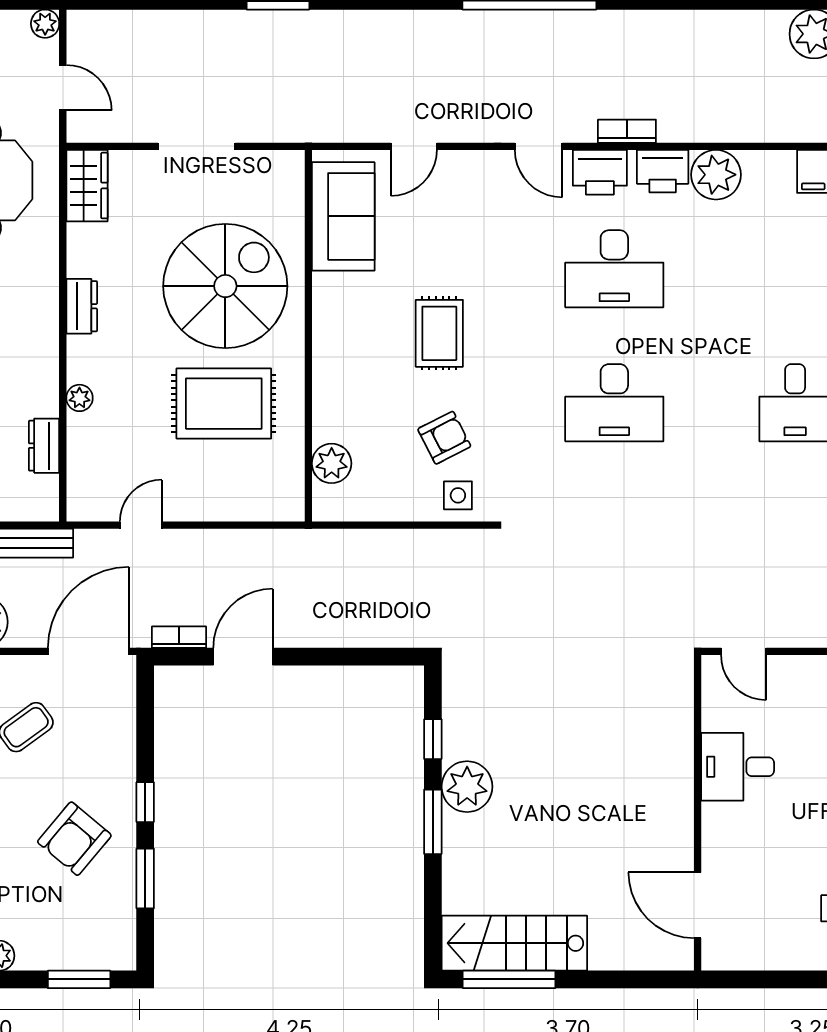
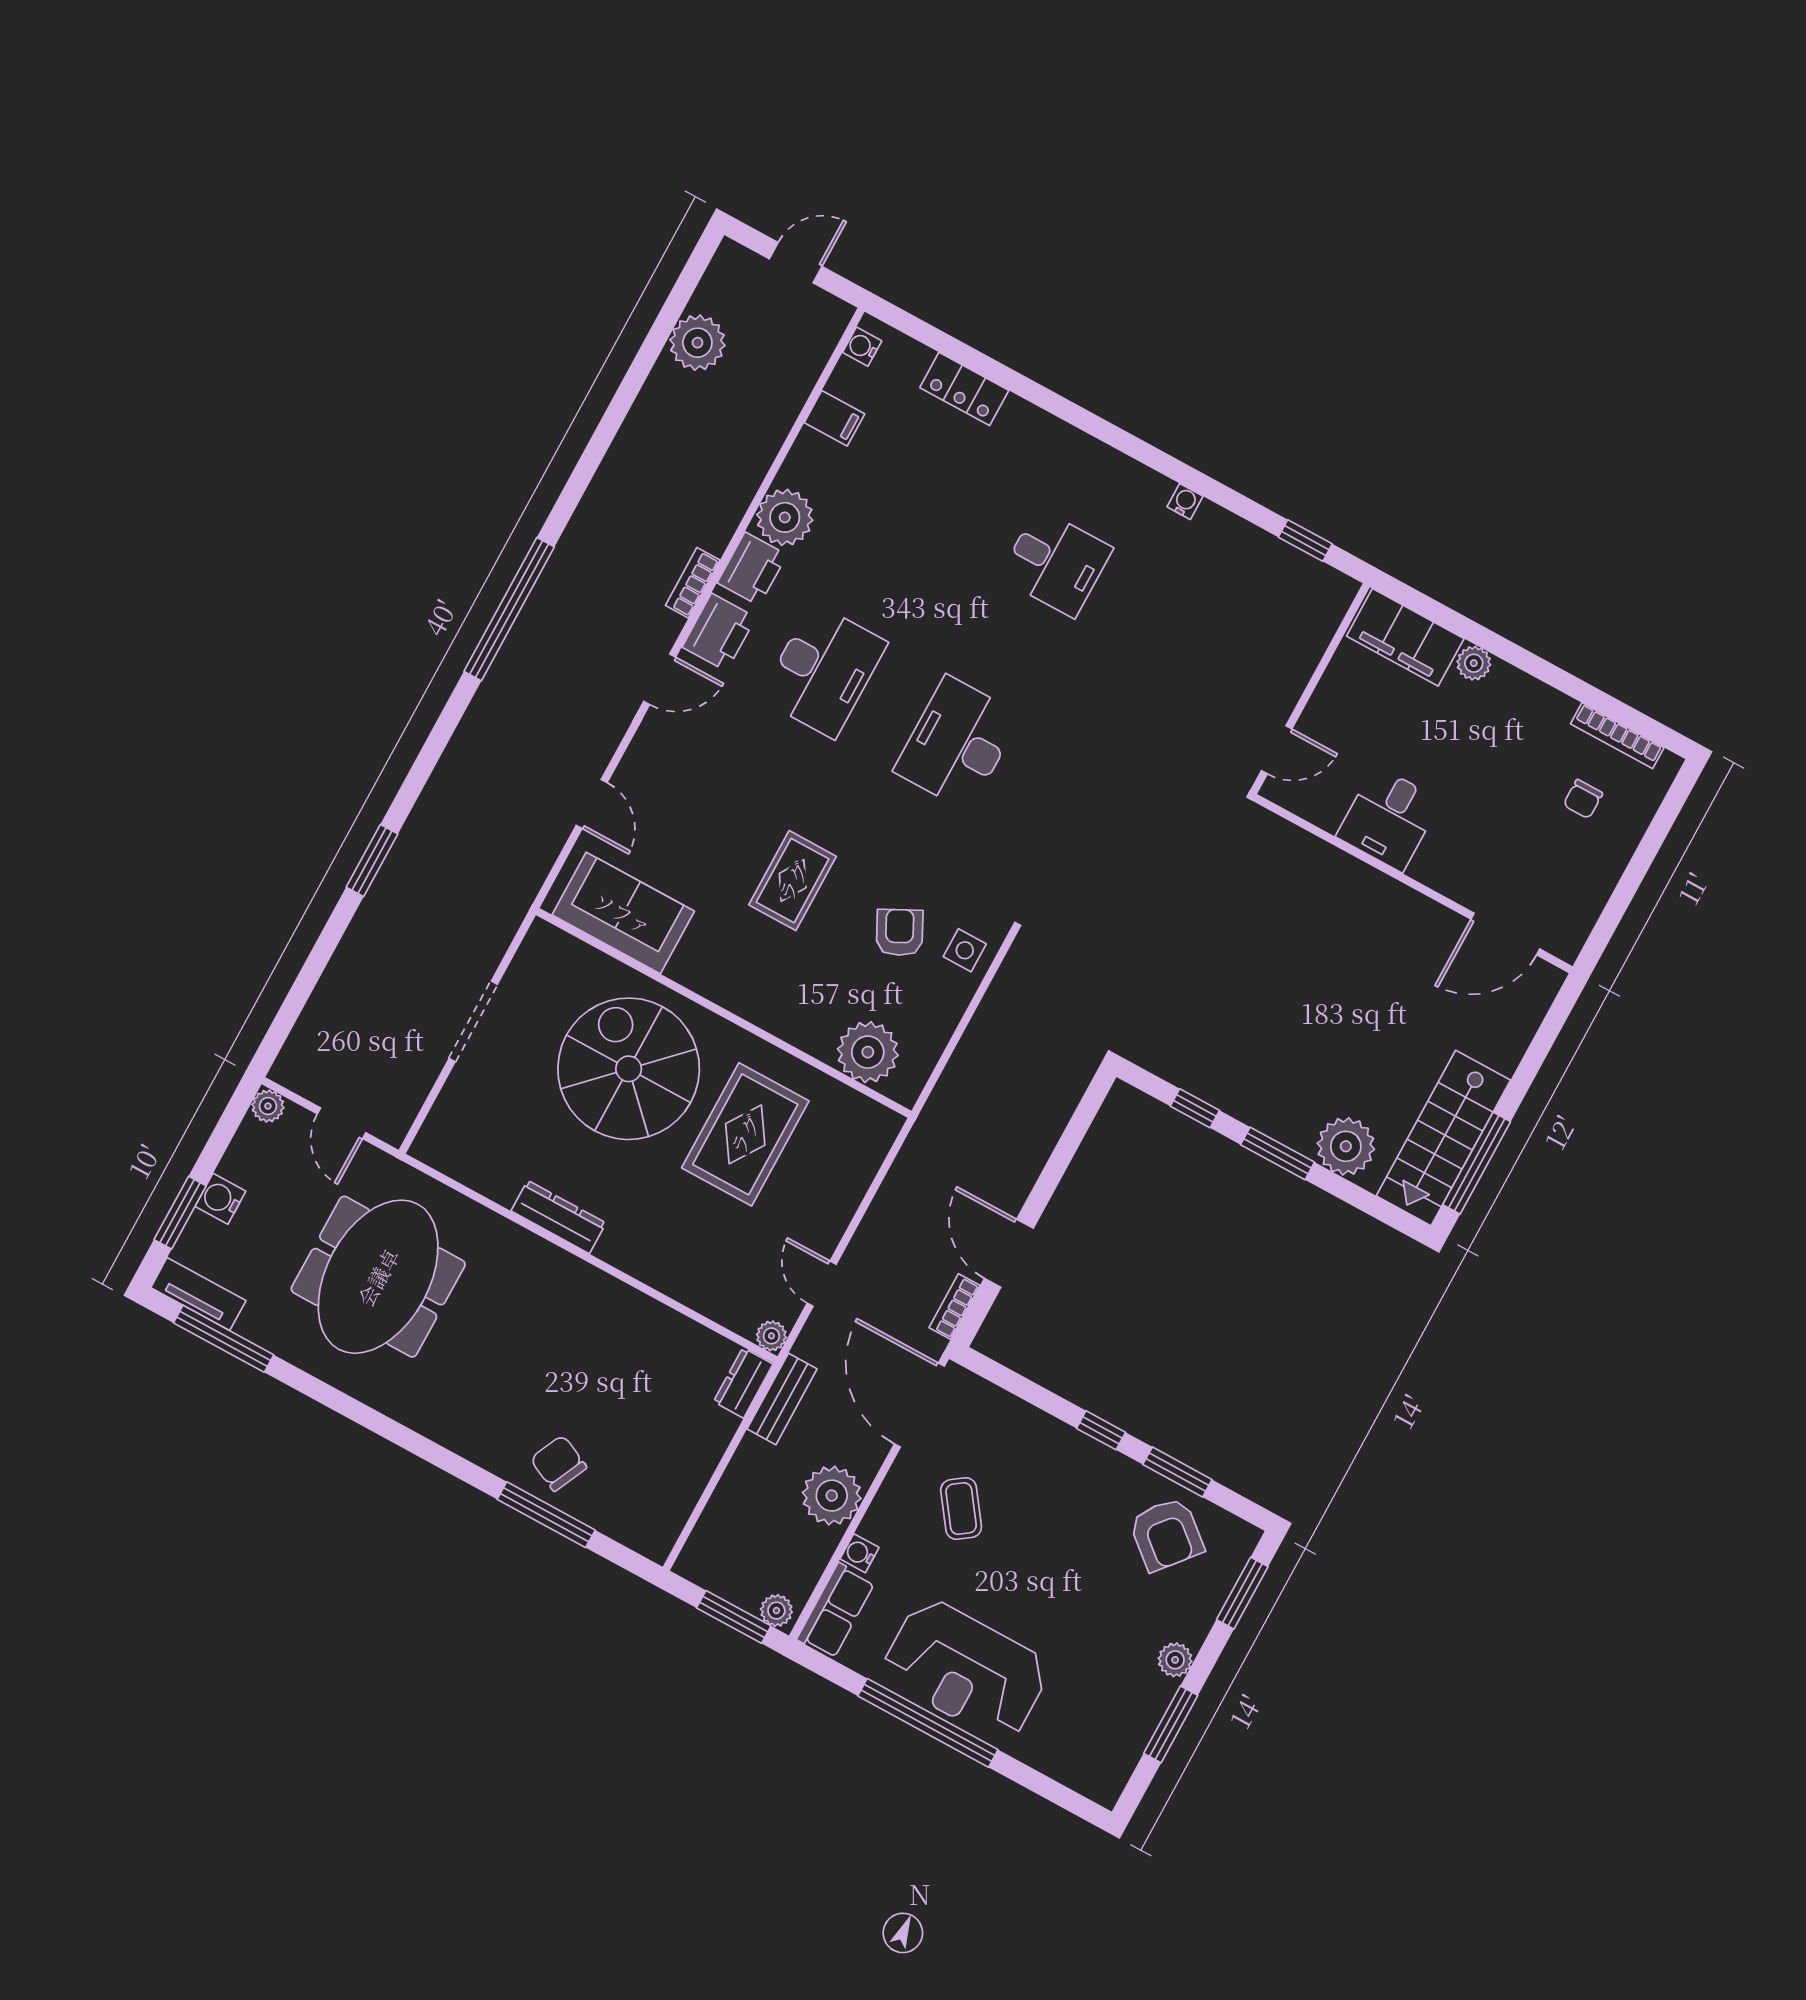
door: (63, 88) -> (342, 1123), swing flipped
wardrobe: (87, 186) -> (453, 1152), removed
dresser: (82, 306) -> (558, 1217), width x1.44
rug: (439, 333) -> (793, 881), turned 90
plant: (79, 398) -> (771, 1336), moved
desk: (614, 403) -> (957, 743), turned 180
dresser: (44, 446) -> (743, 1383), moved, turned 90
plant: (332, 463) -> (868, 1052), width x1.36, depth x1.36
plant: (467, 787) -> (1346, 1146), moved
armchair: (74, 839) -> (1166, 1534), moved

